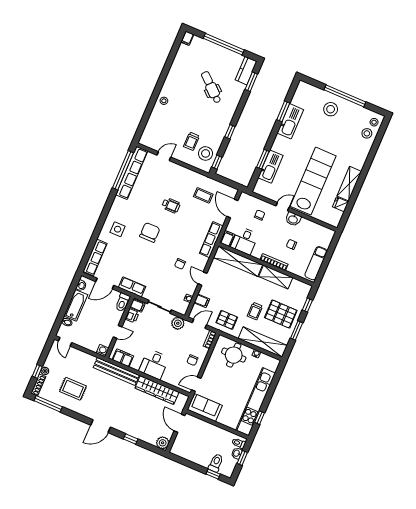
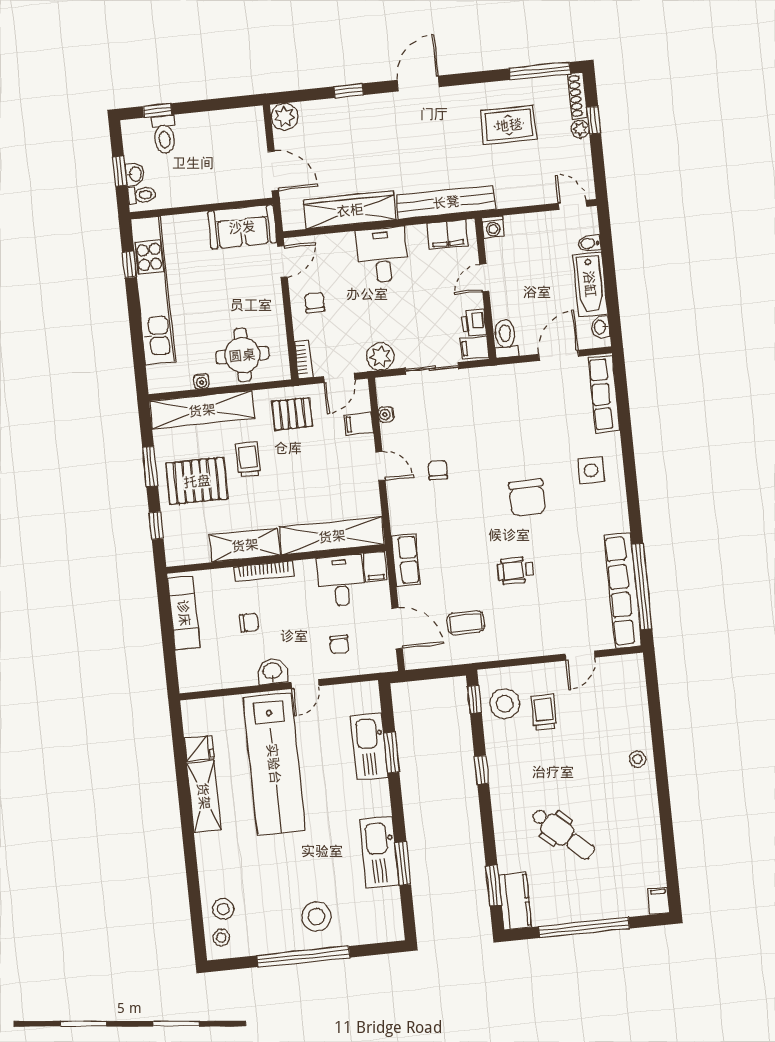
row of seats: (211, 240) -> (406, 560), width x0.68
row of seats: (132, 287) -> (504, 377), removed

